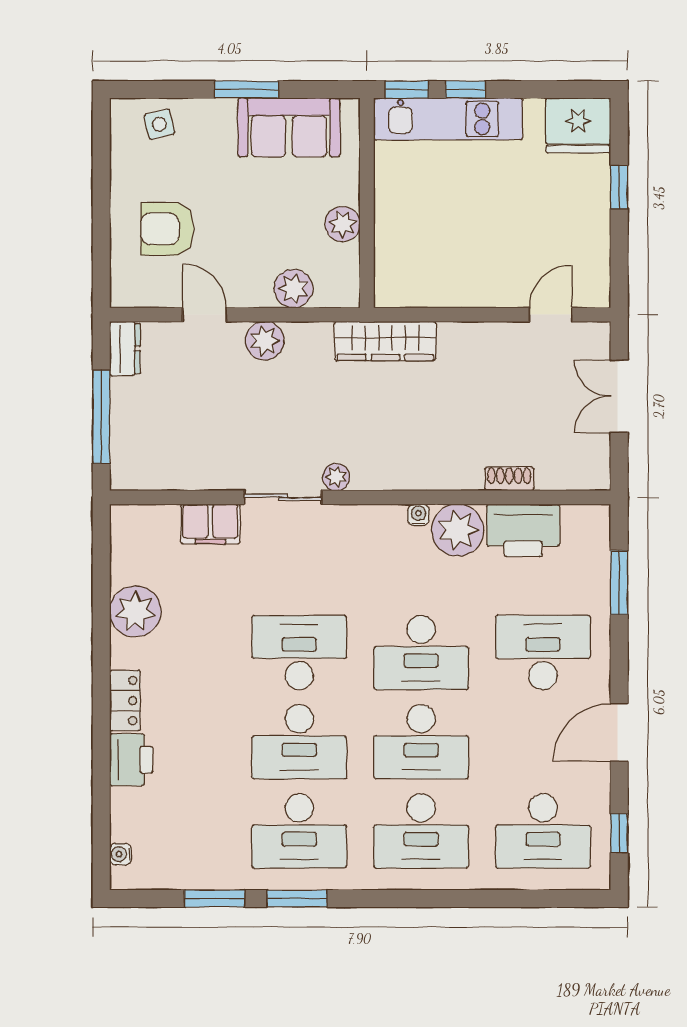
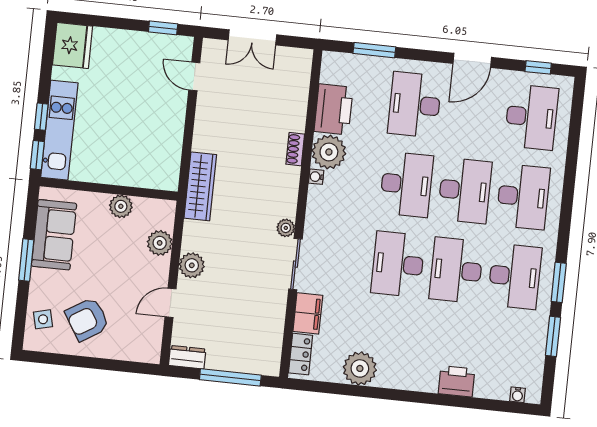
window: (619, 187) -> (163, 28), moved
armchair: (167, 229) -> (87, 319), moved, turned 58
shoe rack: (509, 479) -> (295, 149), moved
locker: (125, 701) -> (301, 354), moved, turned 90
door: (619, 732) -> (472, 60), hinge flipped
desk: (299, 742) -> (456, 270), turned 180

